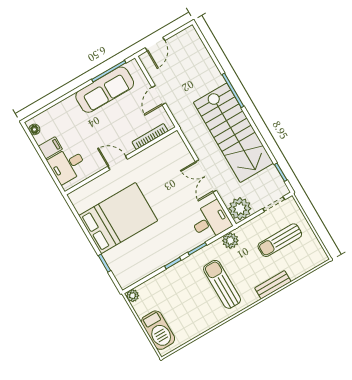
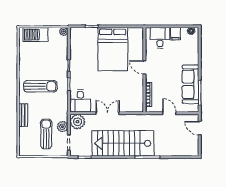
door: (118, 163) -> (144, 67), swing flipped
plant: (230, 241) -> (62, 127), moved

